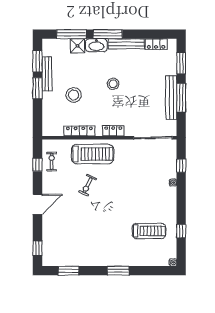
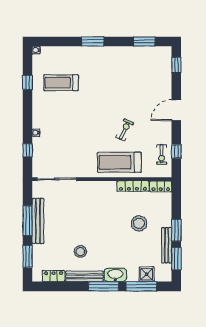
shower: (77, 46) -> (147, 274), moved
stool: (113, 84) -> (80, 252), moved
locker: (113, 131) -> (161, 186), moved

